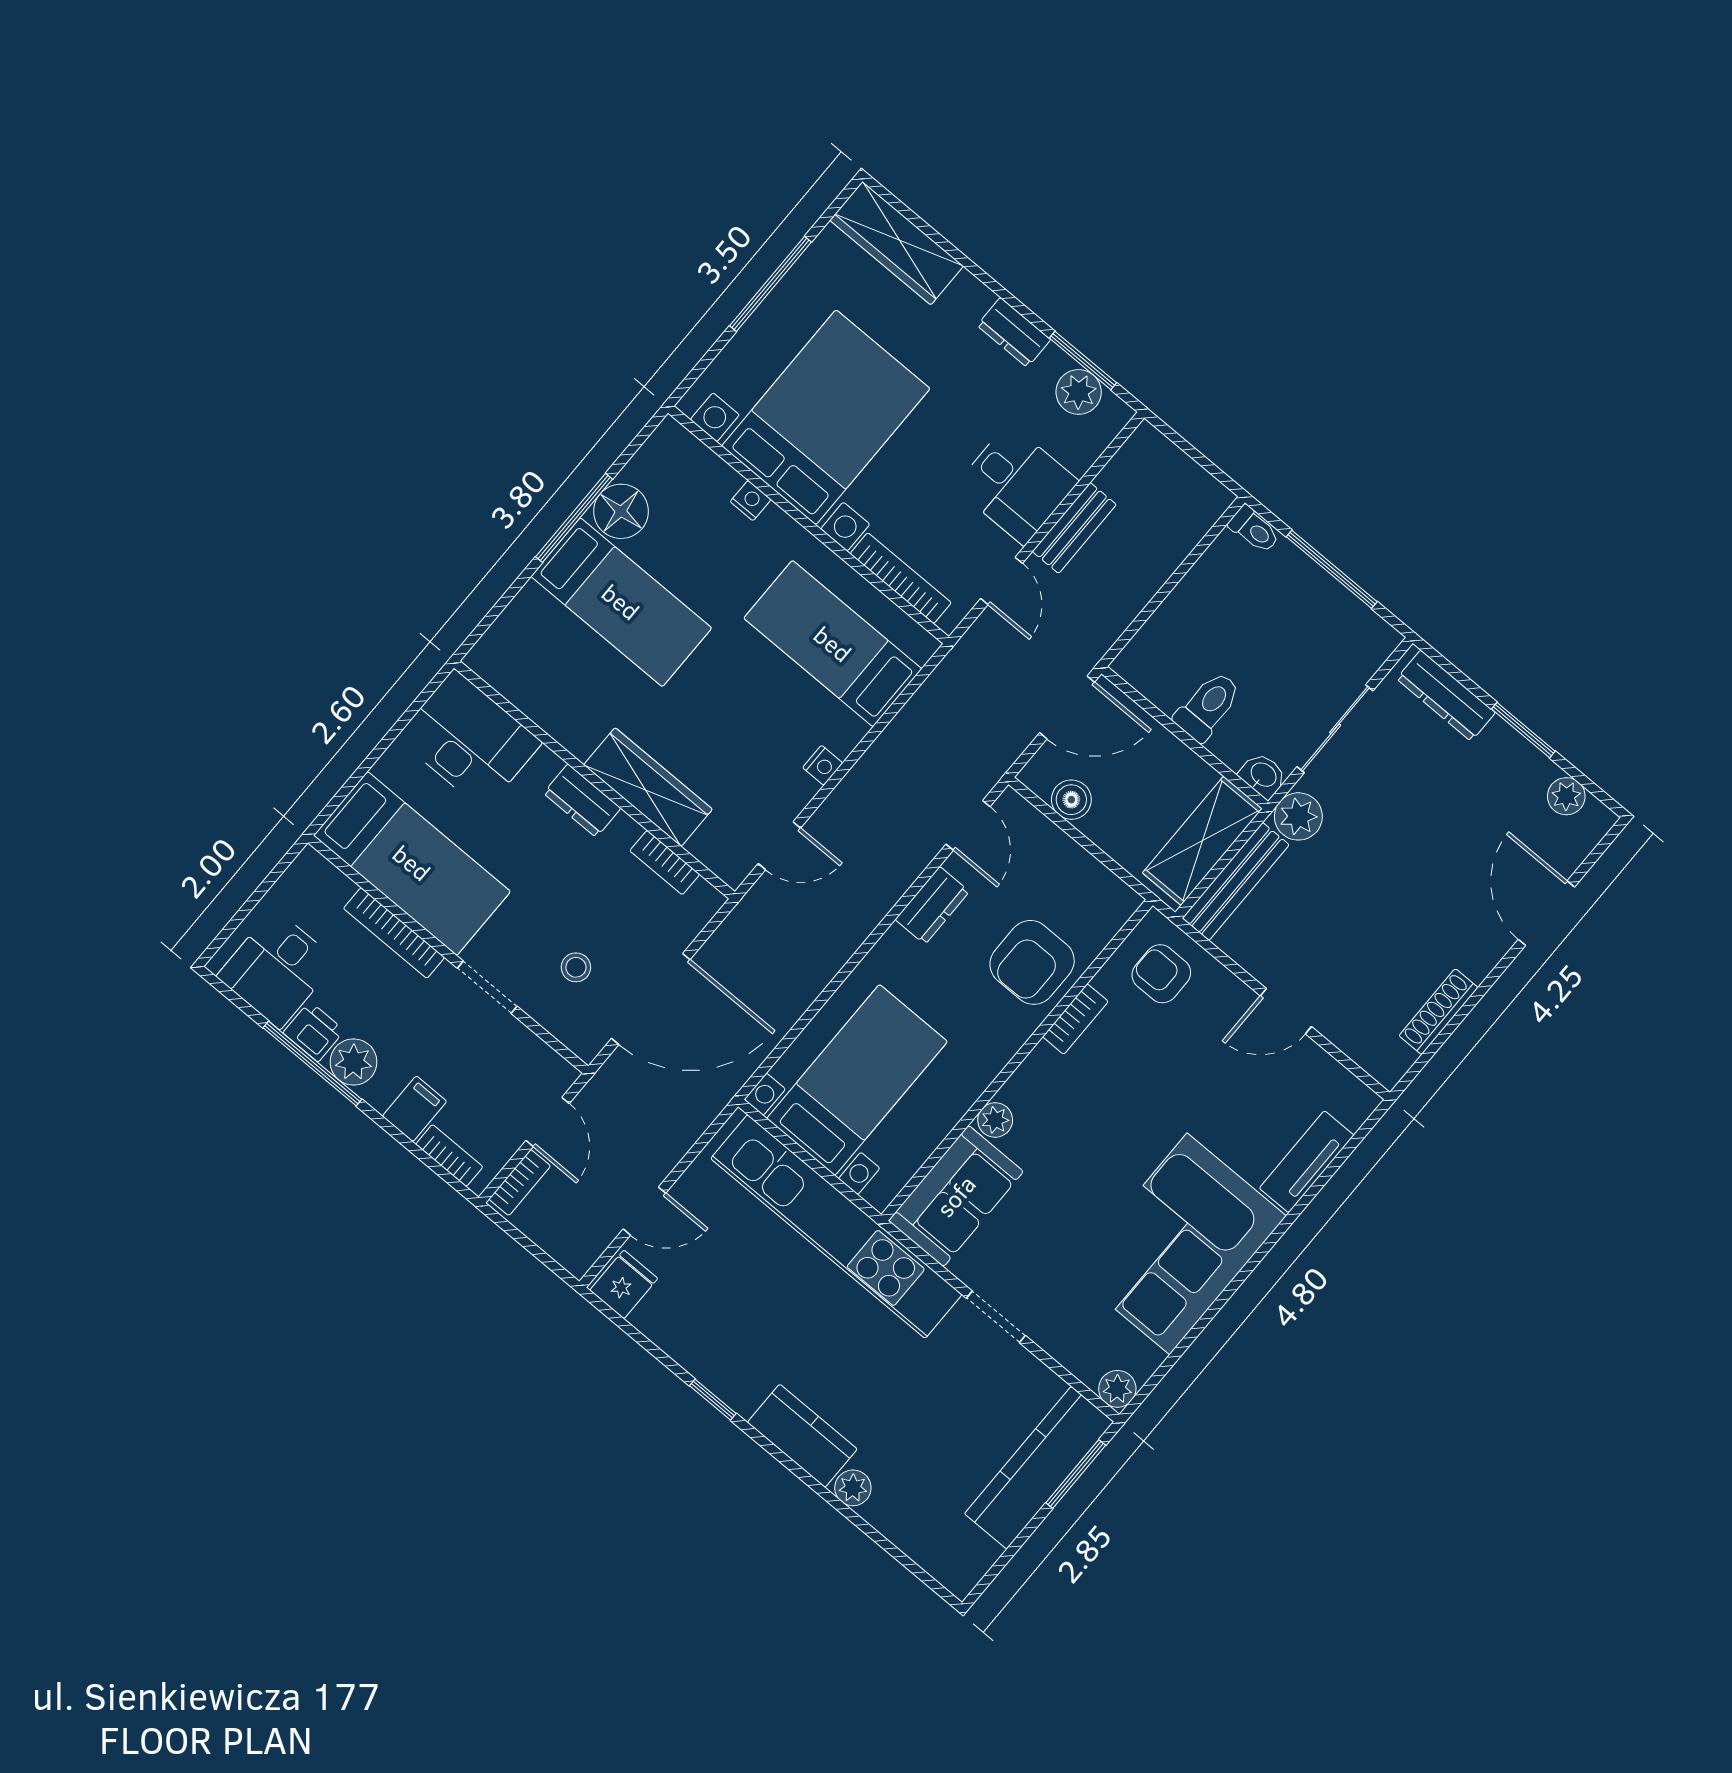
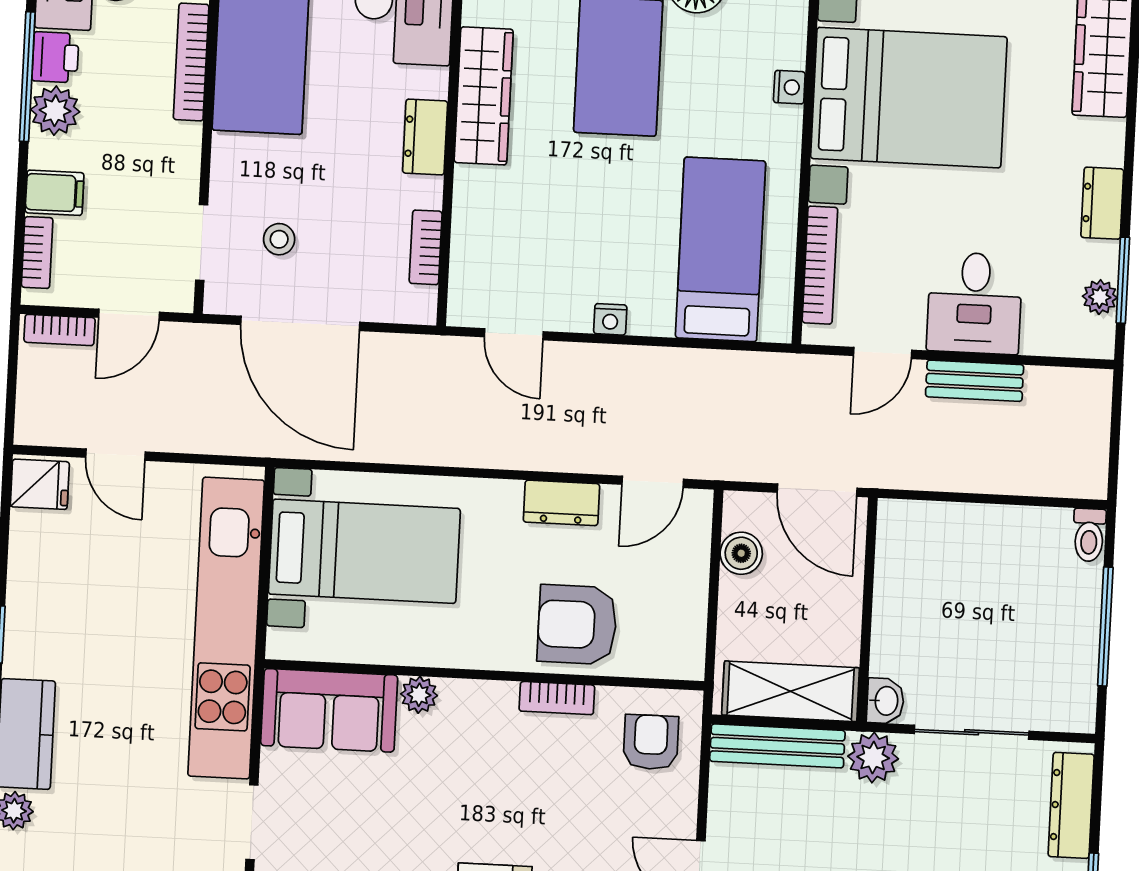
plant: (1079, 392) -> (1100, 297), width x0.73, depth x0.73
toilet: (1208, 706) -> (909, 609), removed
wardrobe: (648, 787) -> (484, 96), moved
doorway: (487, 987) -> (202, 243), moved

